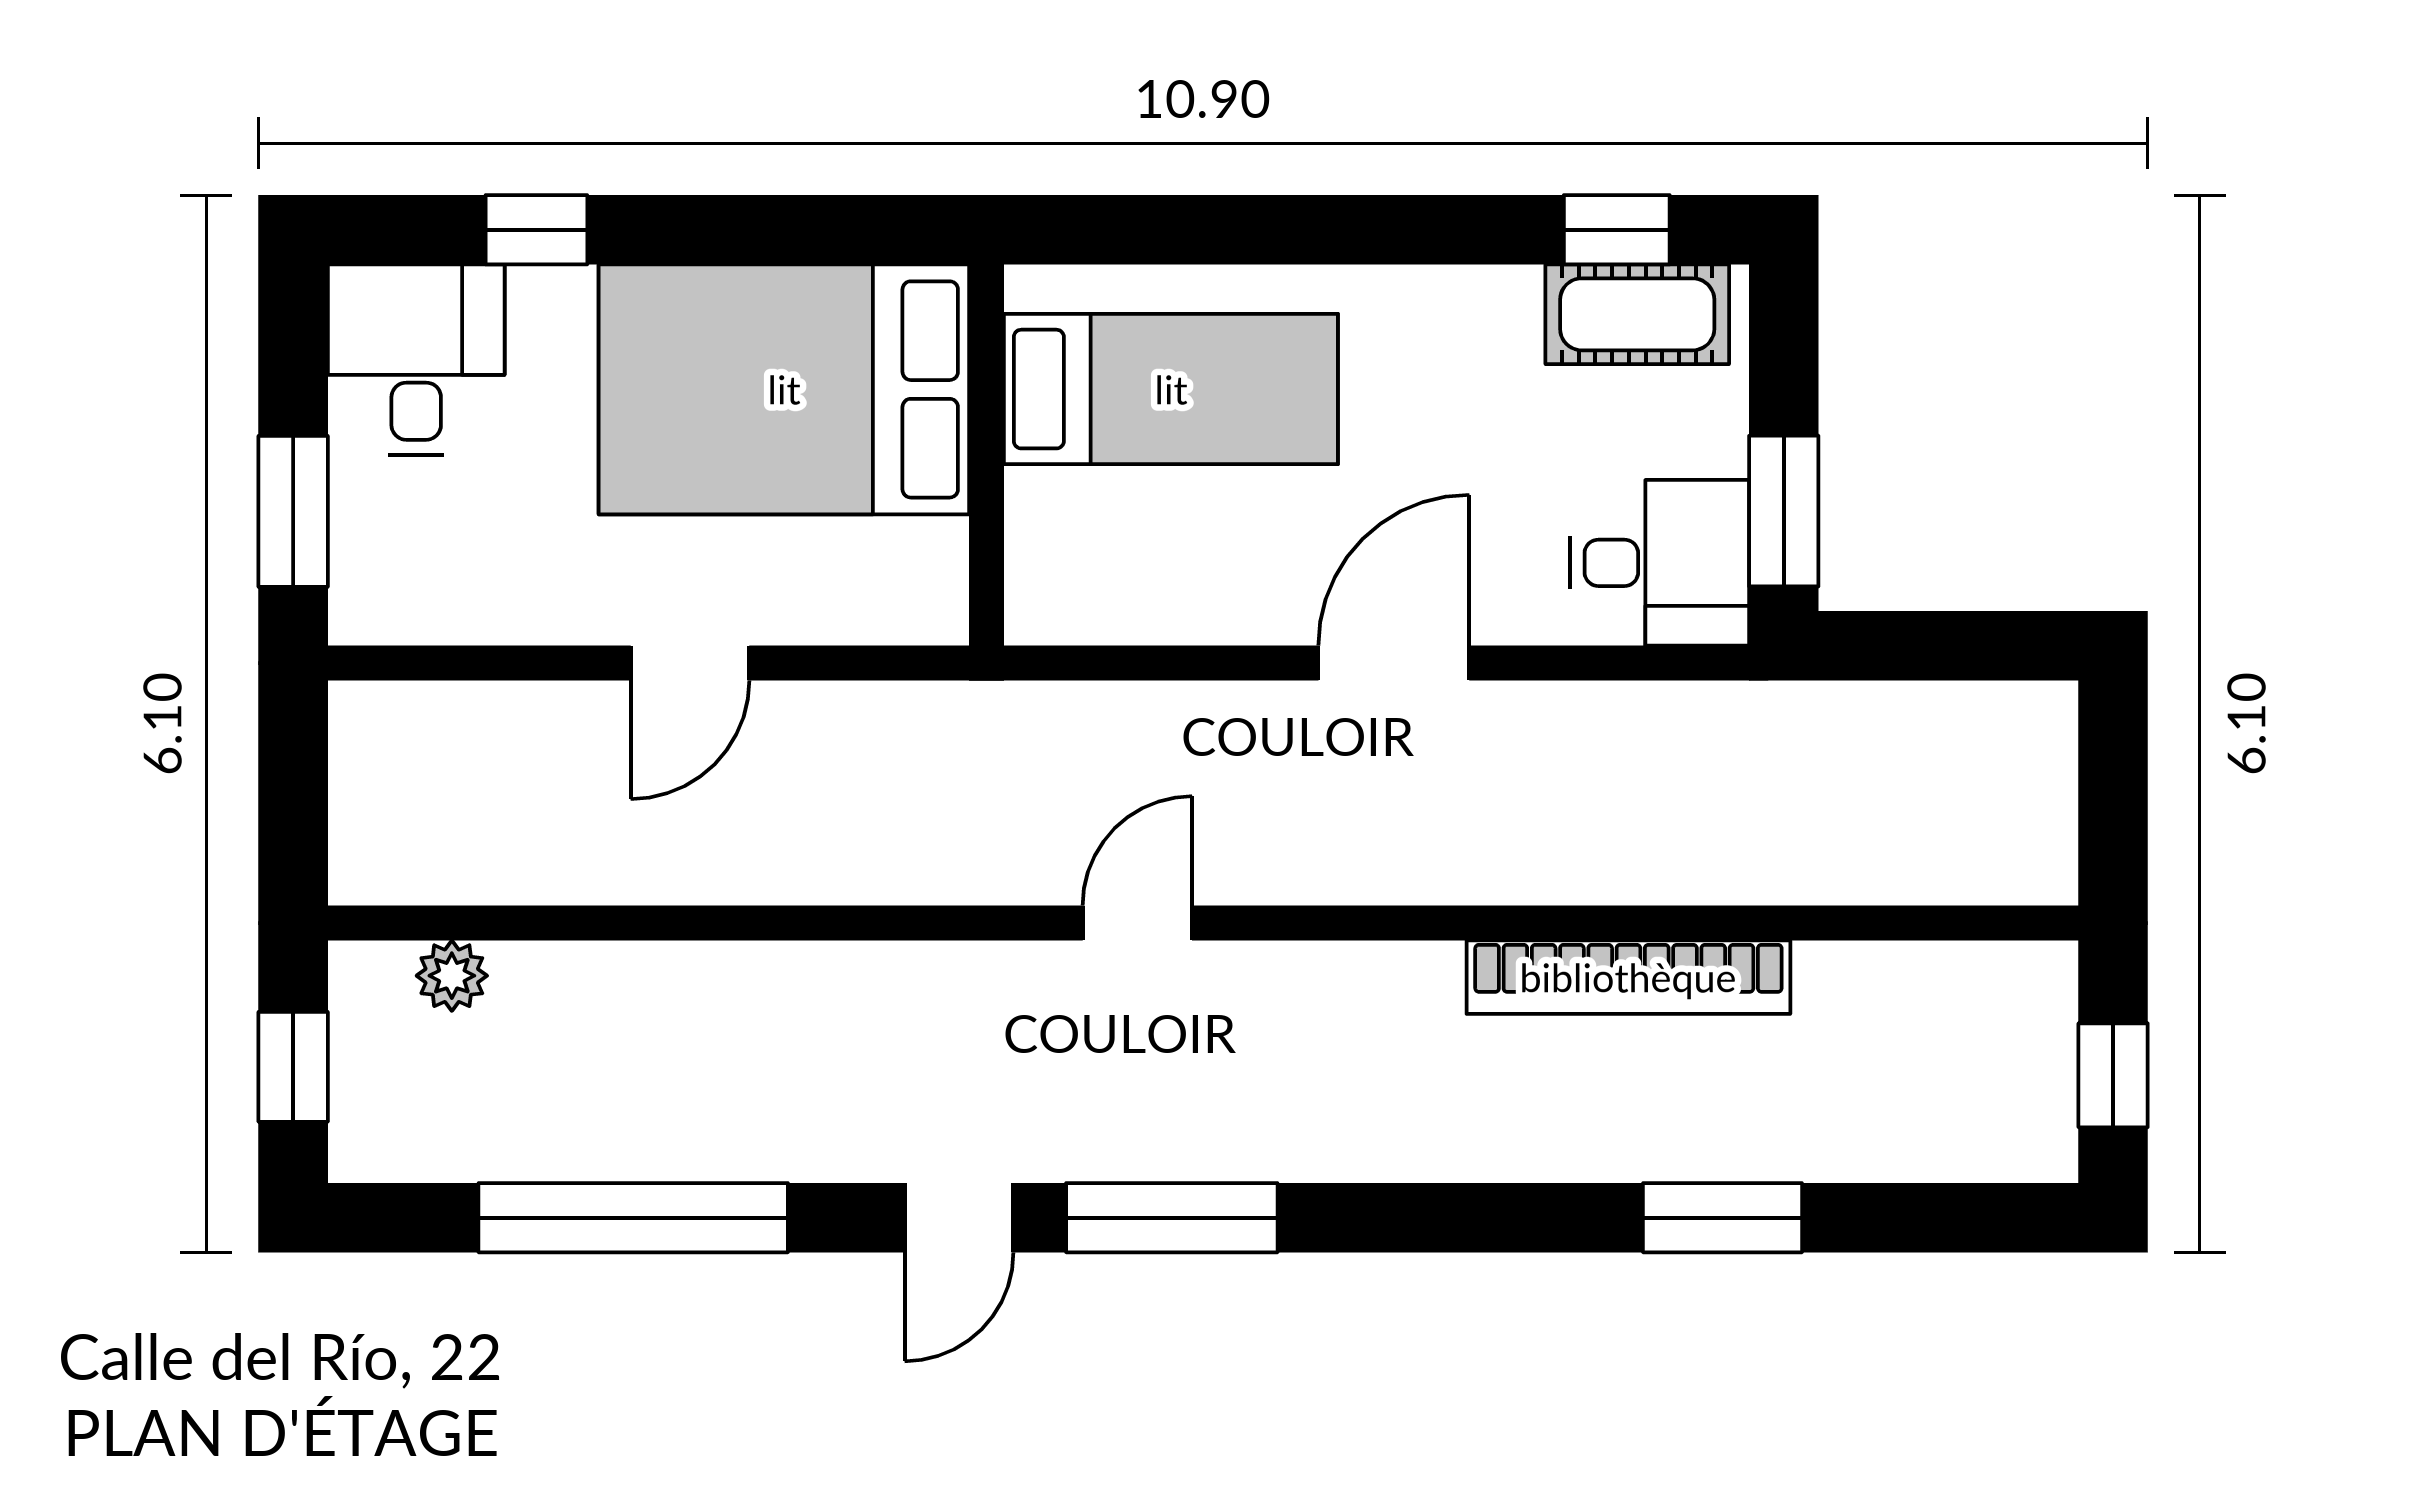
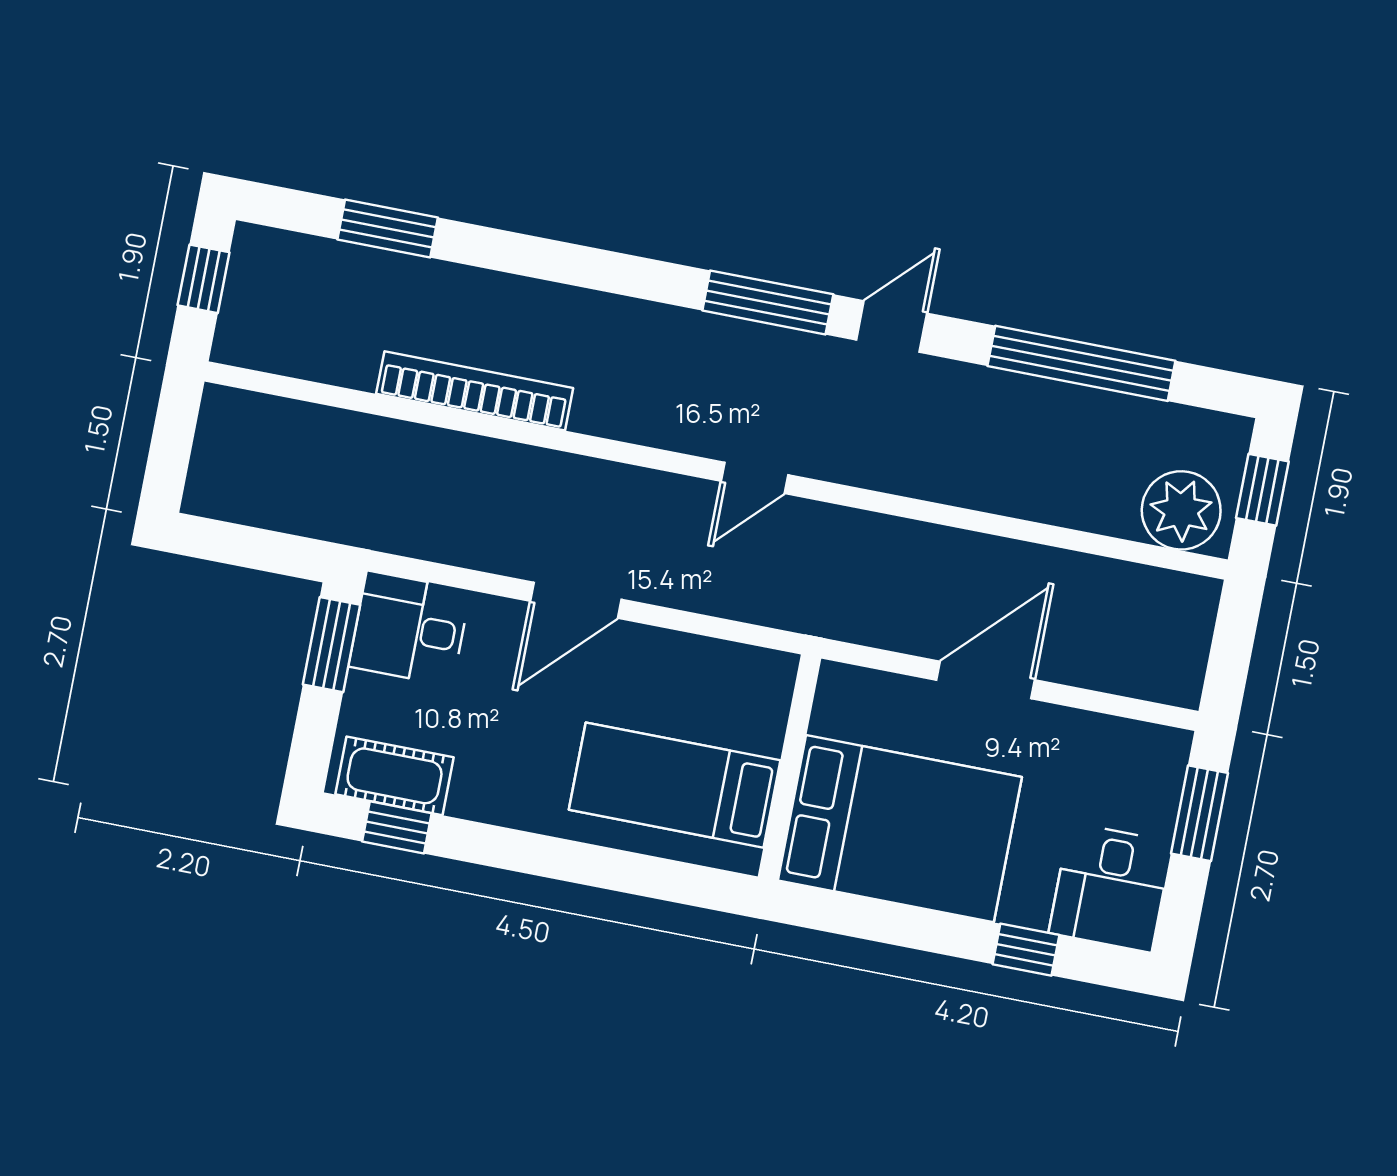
door: (690, 663) -> (986, 680), width x1.38
plant: (452, 976) -> (1181, 510), width x1.87, depth x1.87
window: (1722, 1218) -> (388, 229), moved

